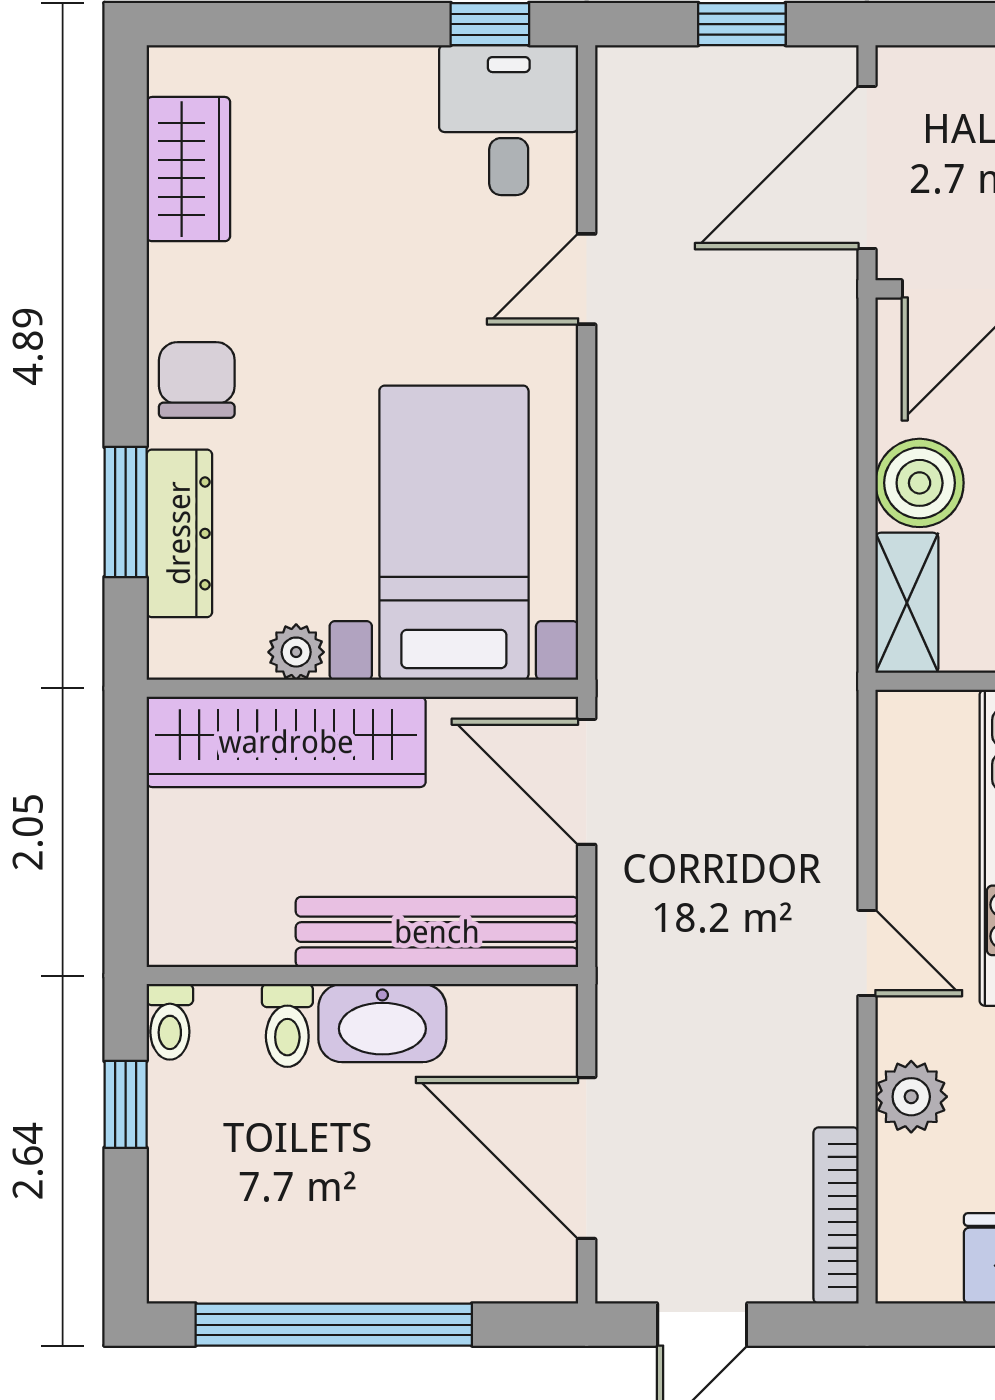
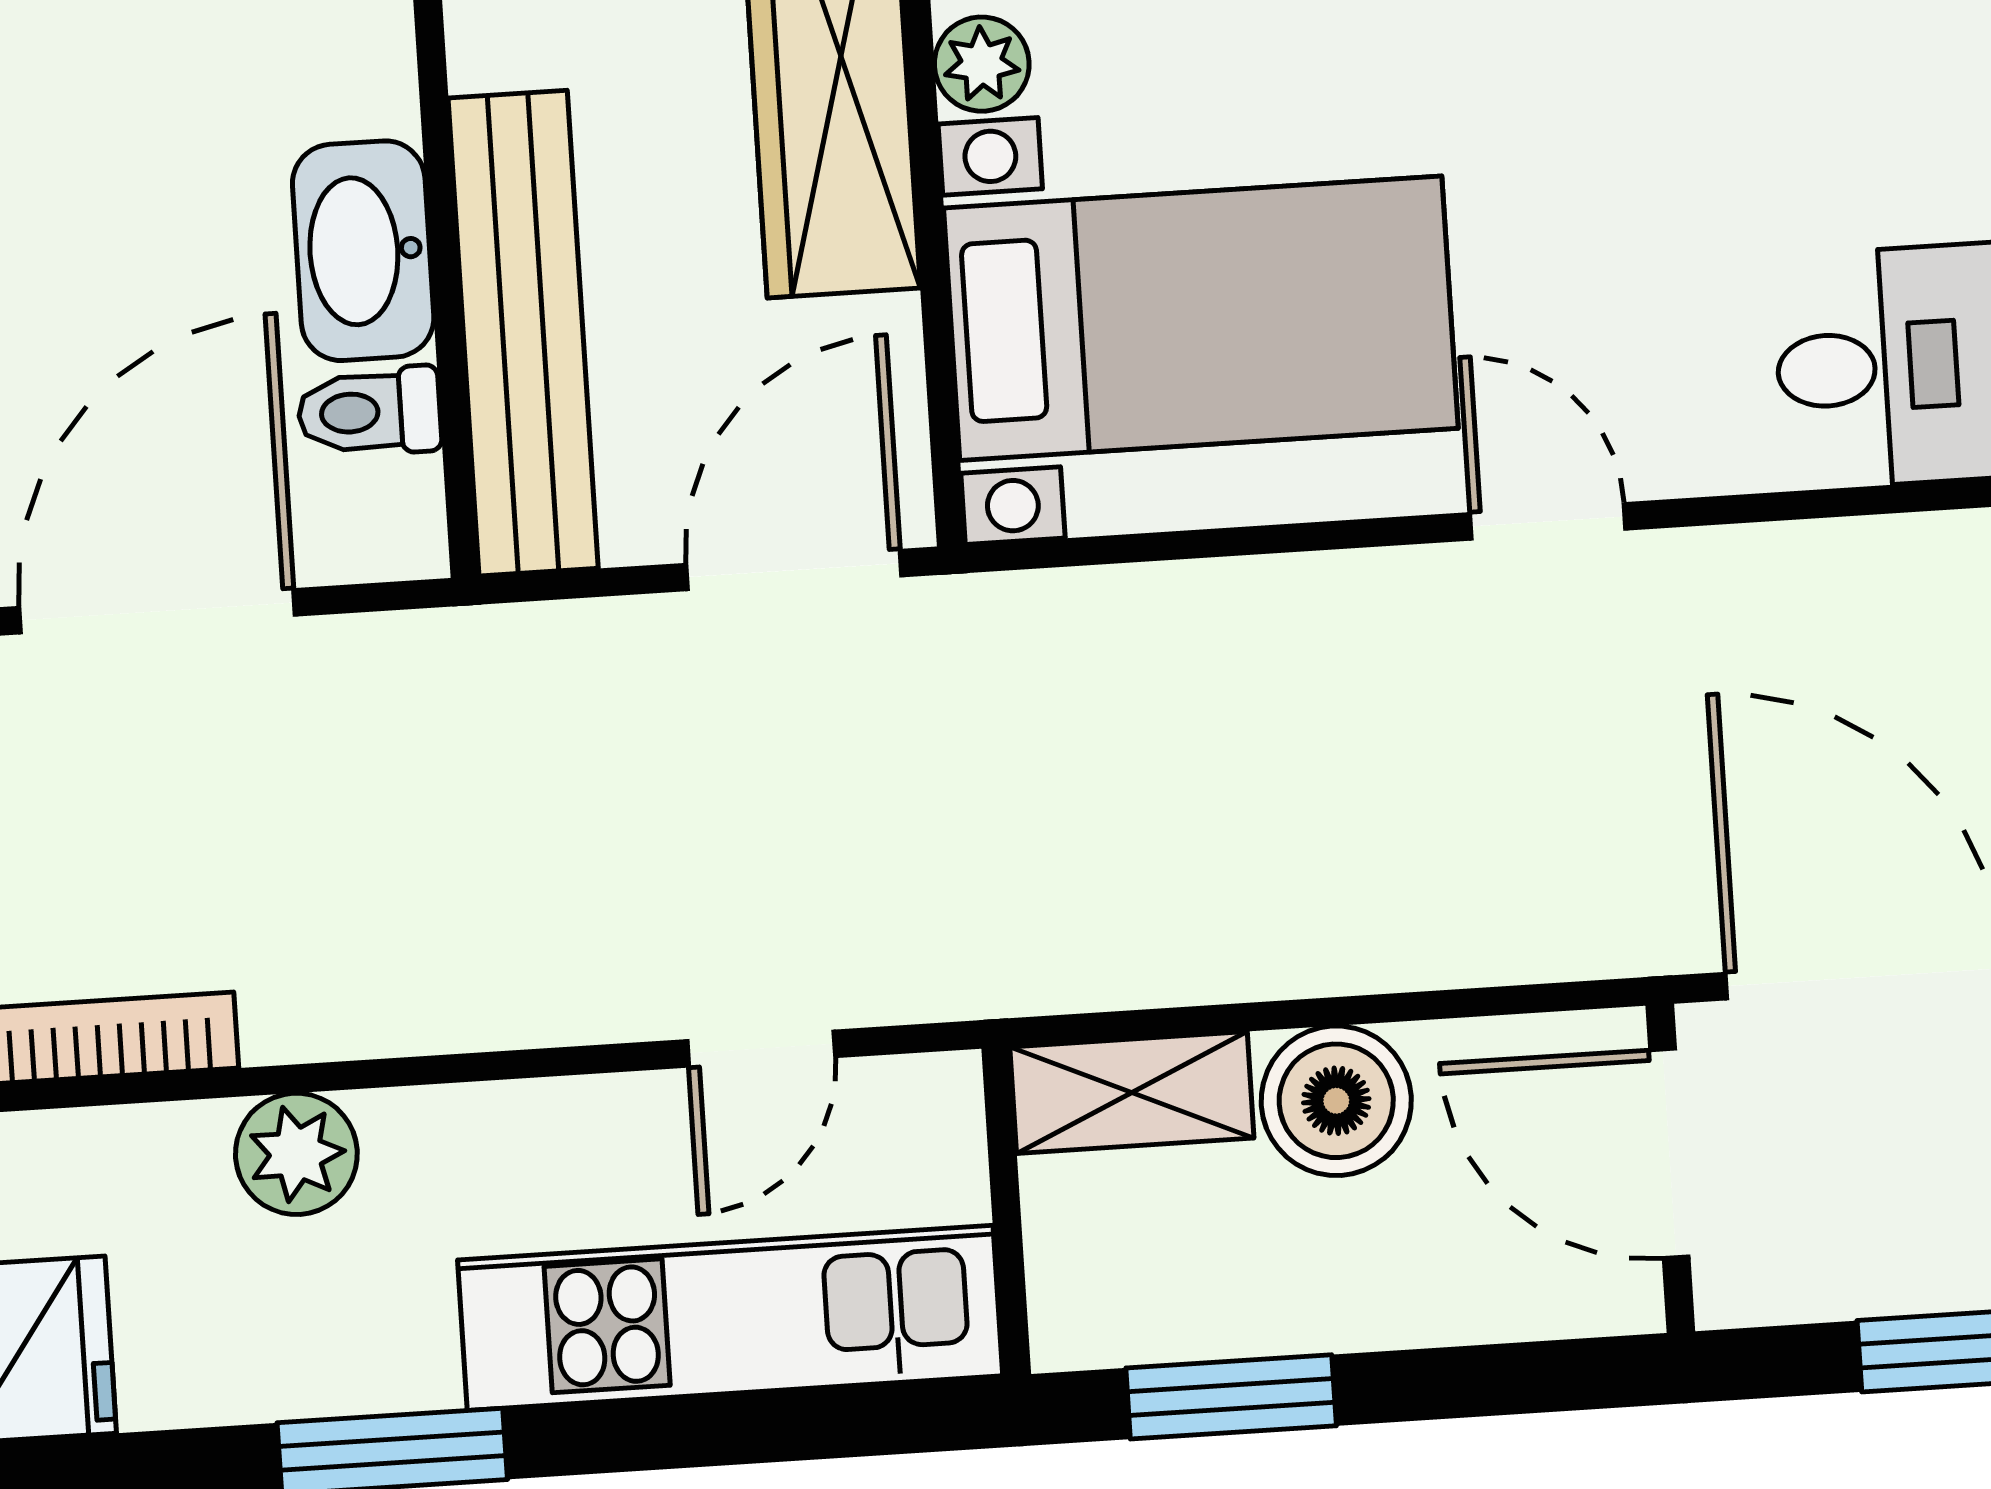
door: (587, 279) -> (1548, 521), moved
door: (867, 953) -> (761, 1049), moved
toilet: (287, 1025) -> (369, 412), moved

